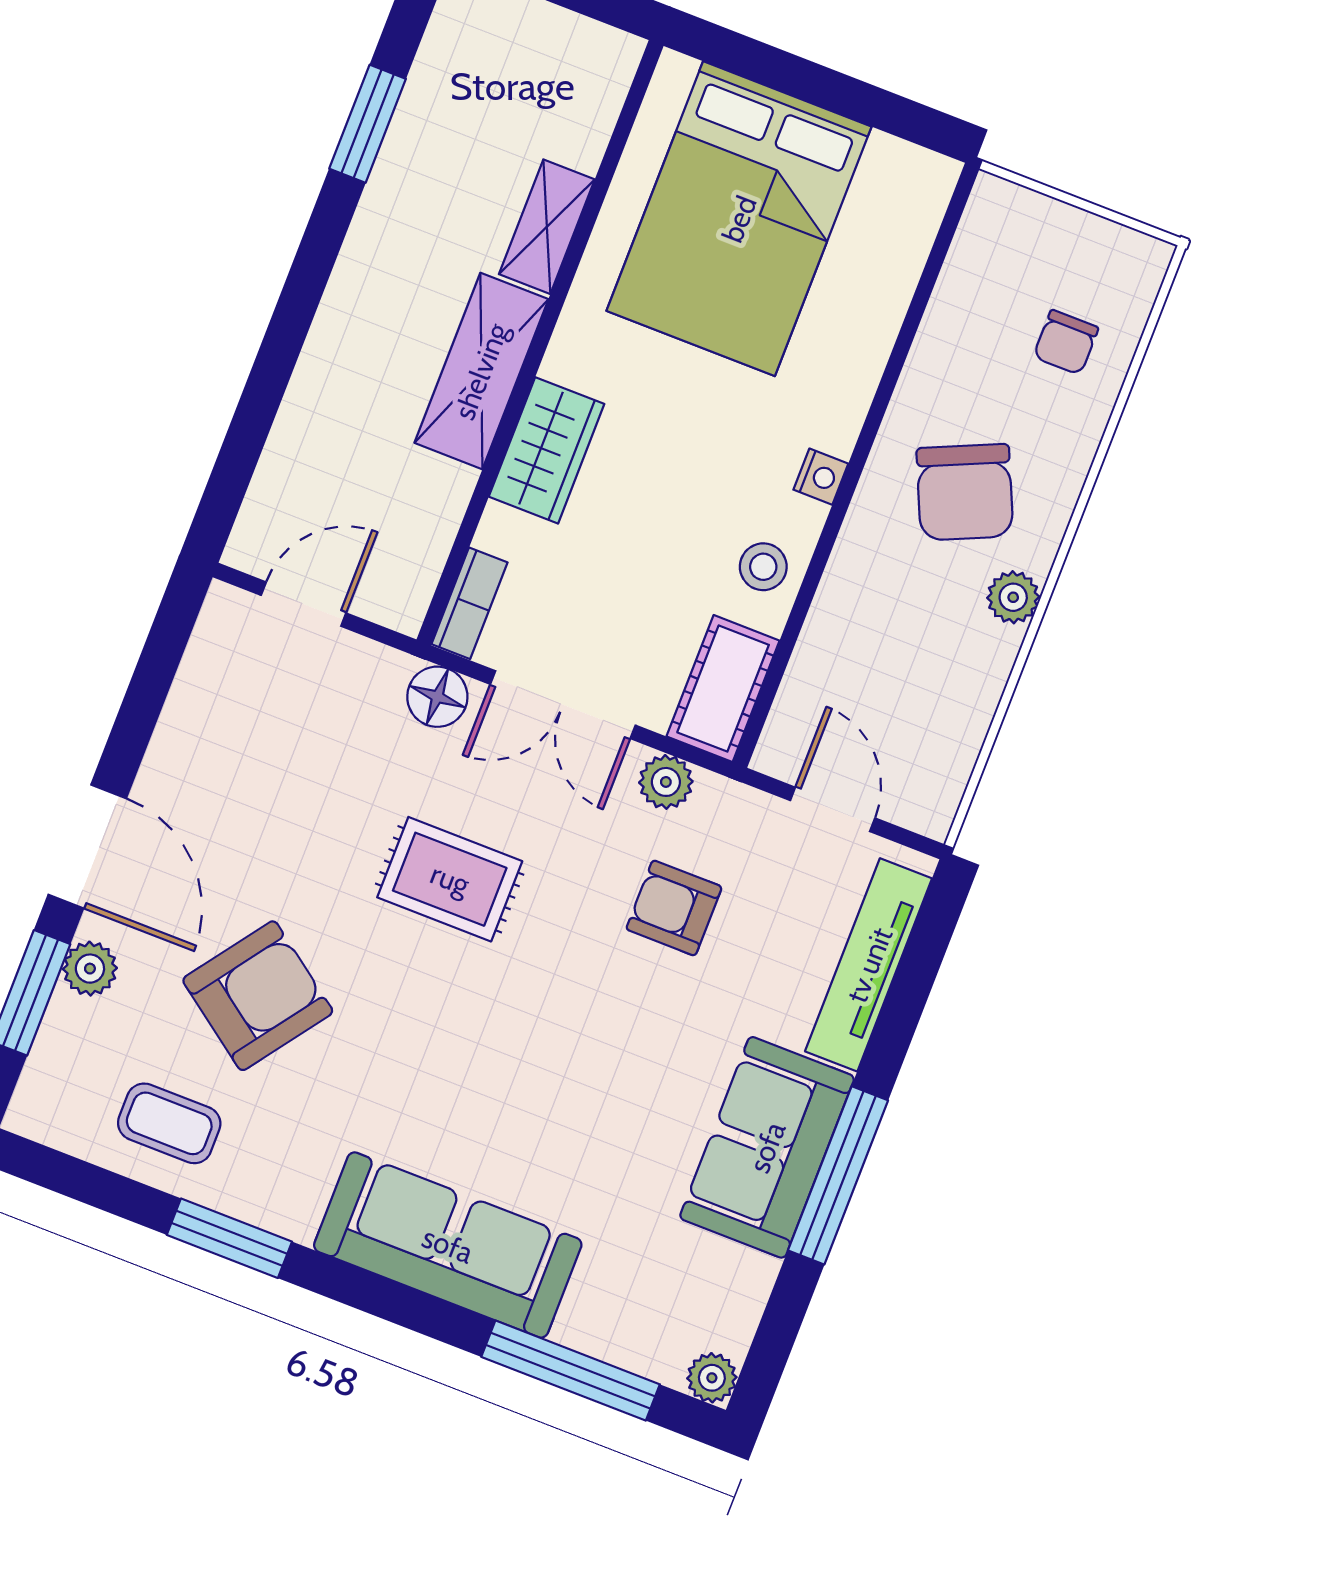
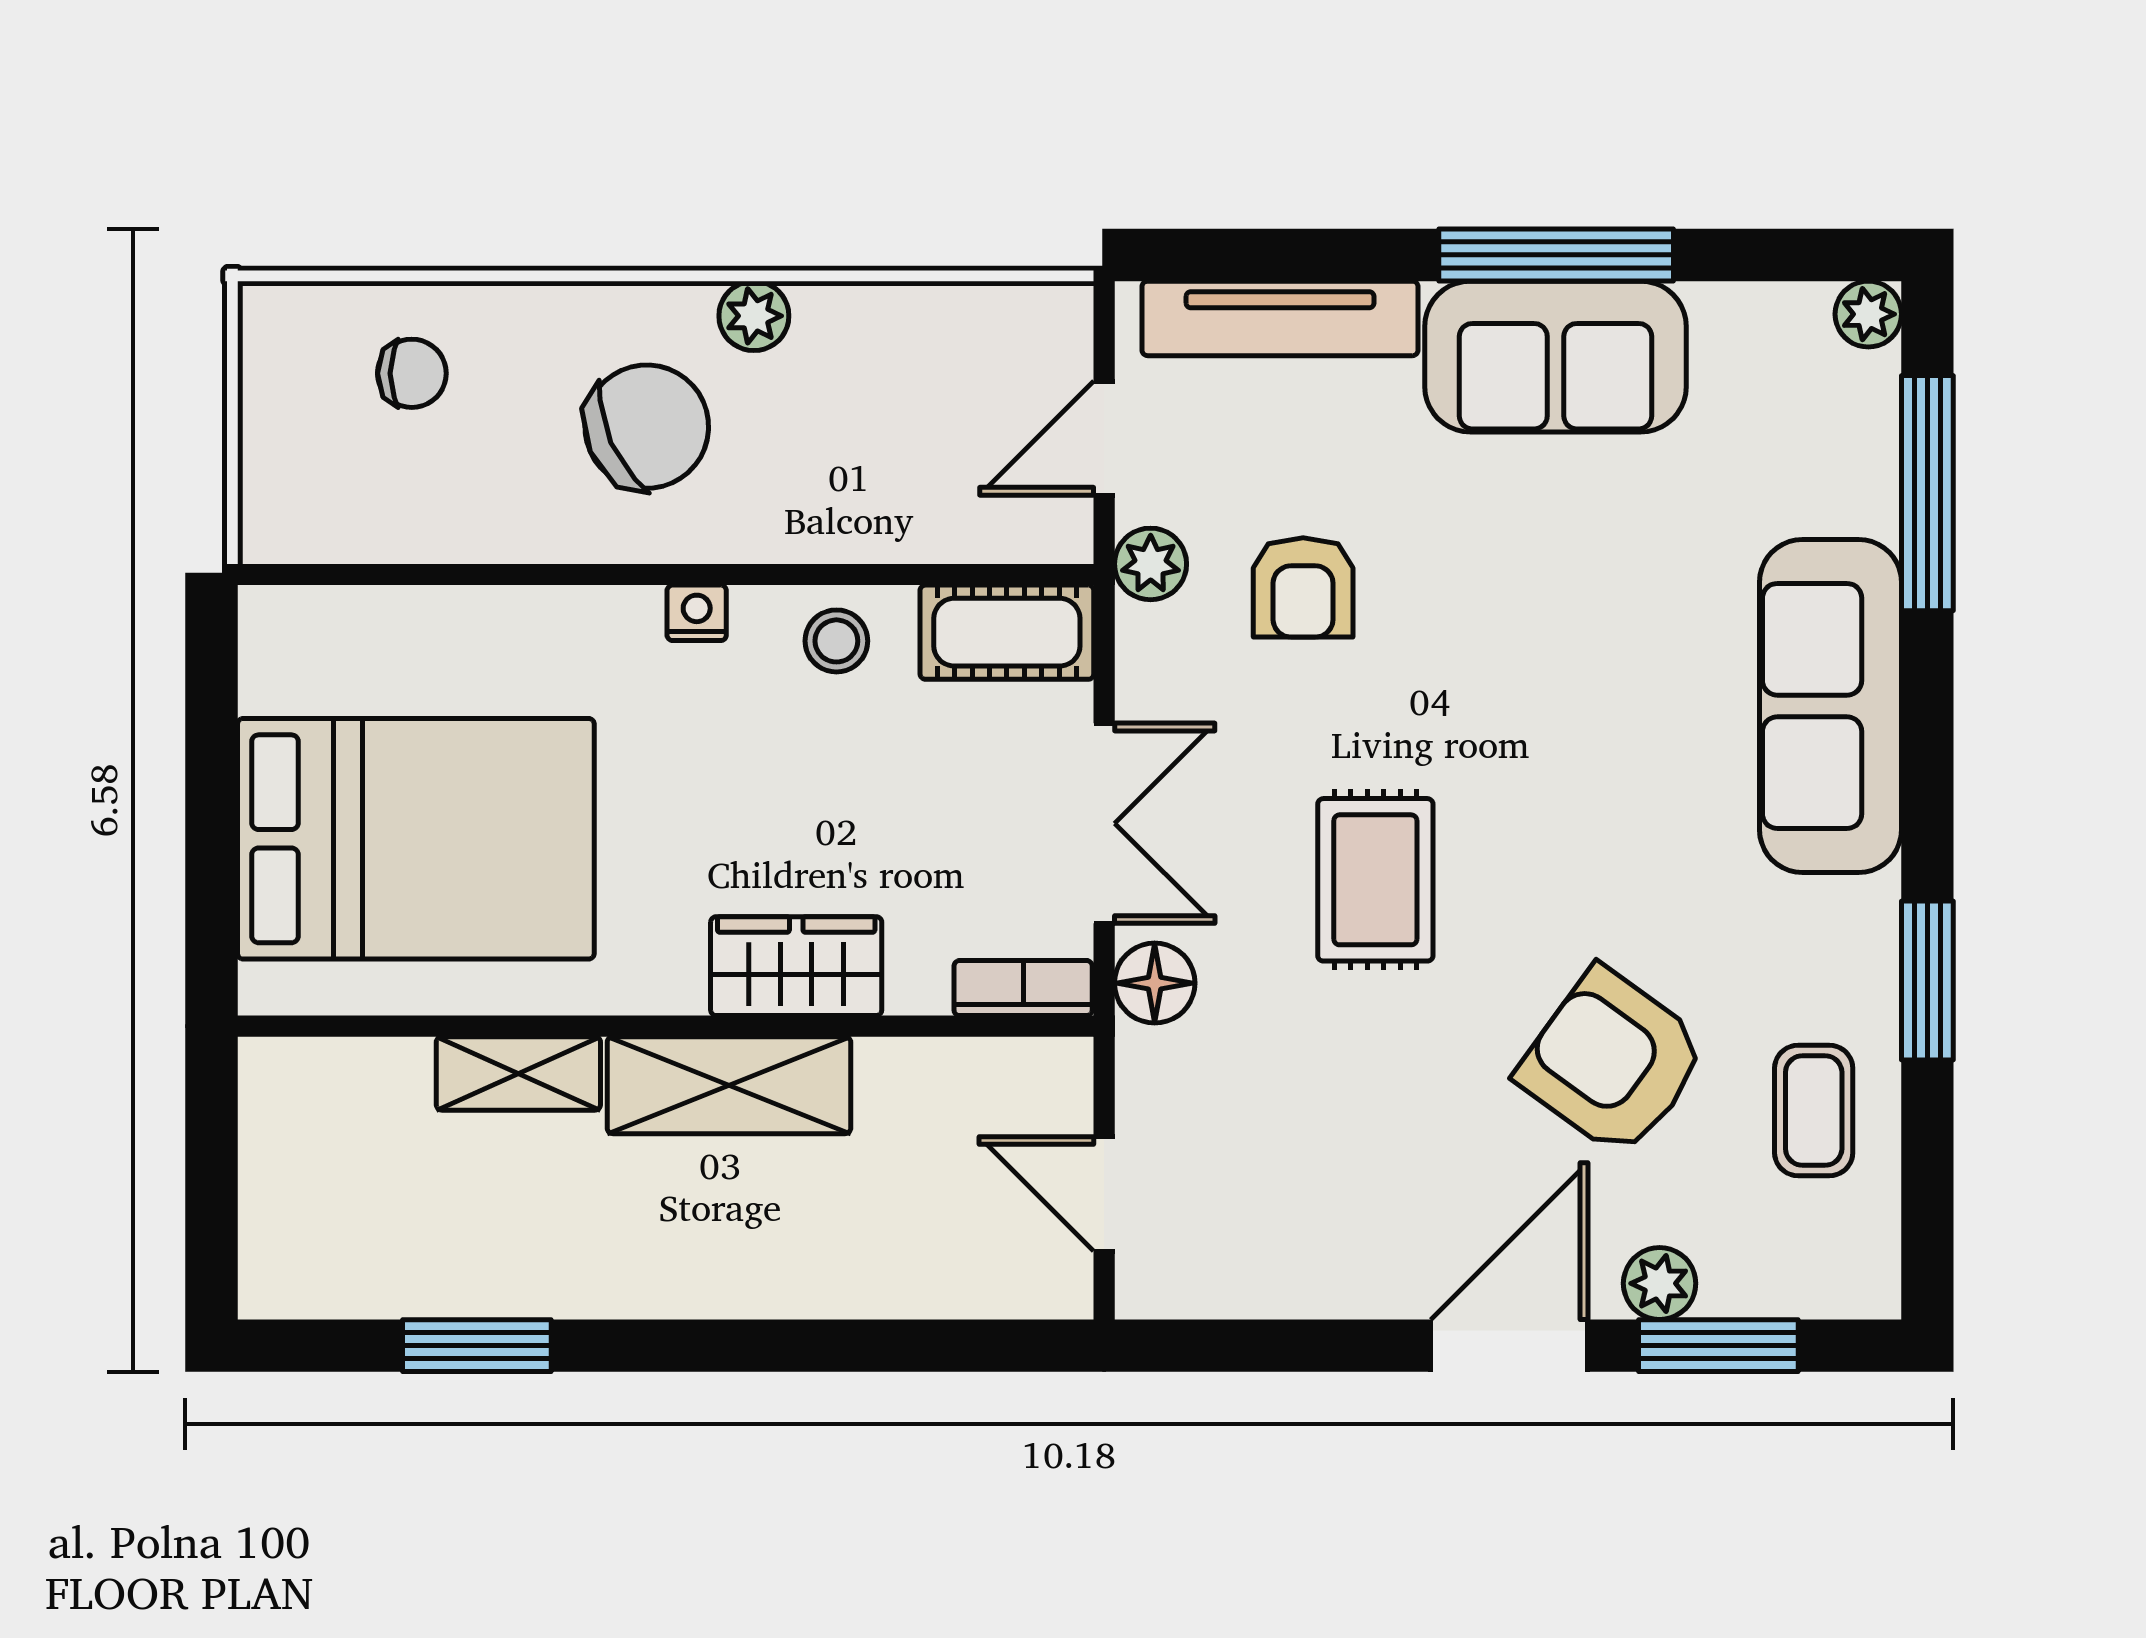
plant: (666, 782) -> (1151, 564), moved

